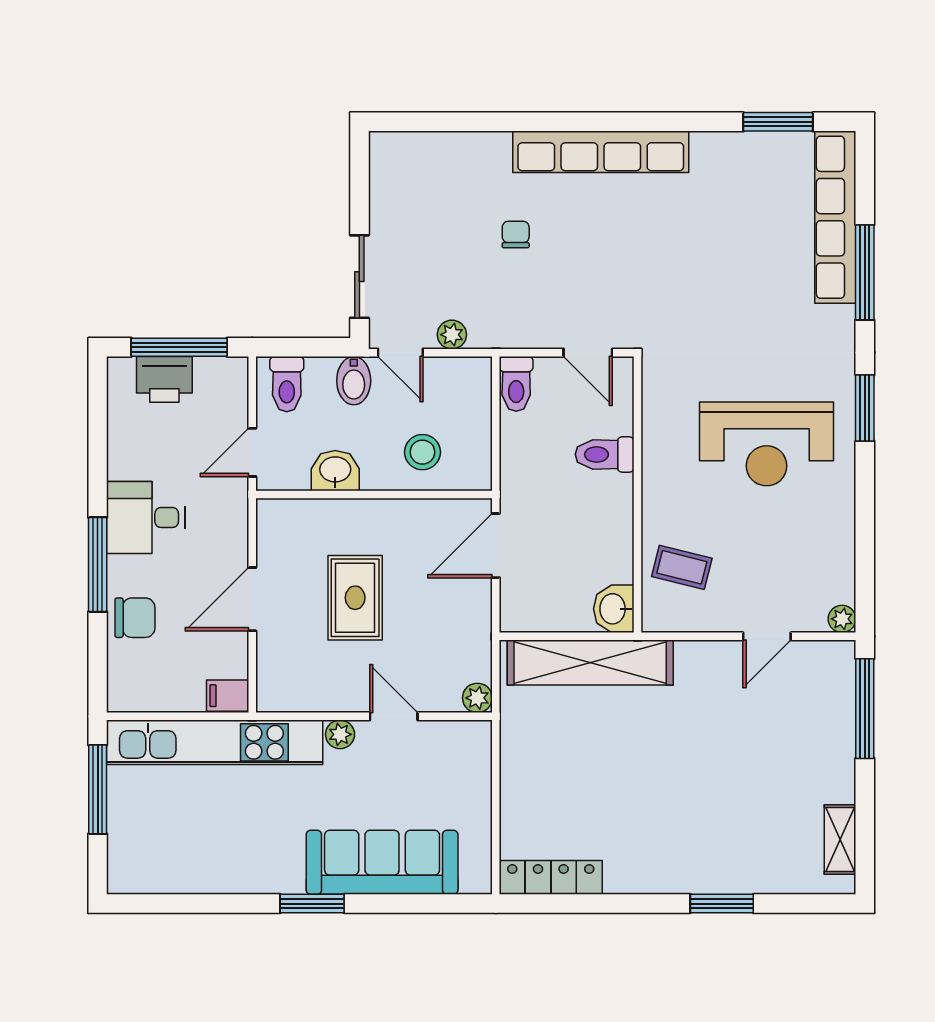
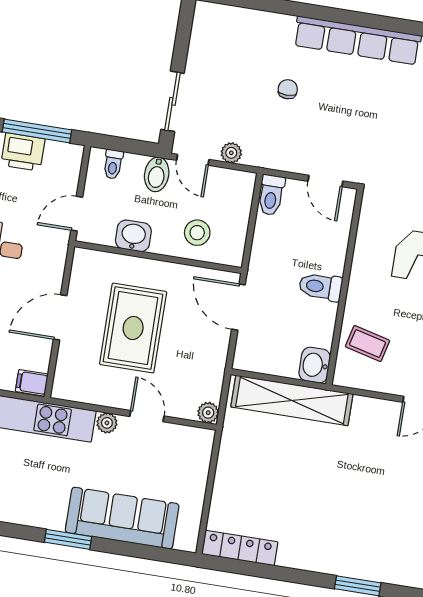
toilet: (287, 384) -> (113, 164), width x0.73, depth x0.72
toilet: (605, 454) -> (321, 287), moved
door: (496, 546) -> (238, 307), hinge flipped
rug: (355, 598) -> (133, 328), width x1.36, depth x1.43

